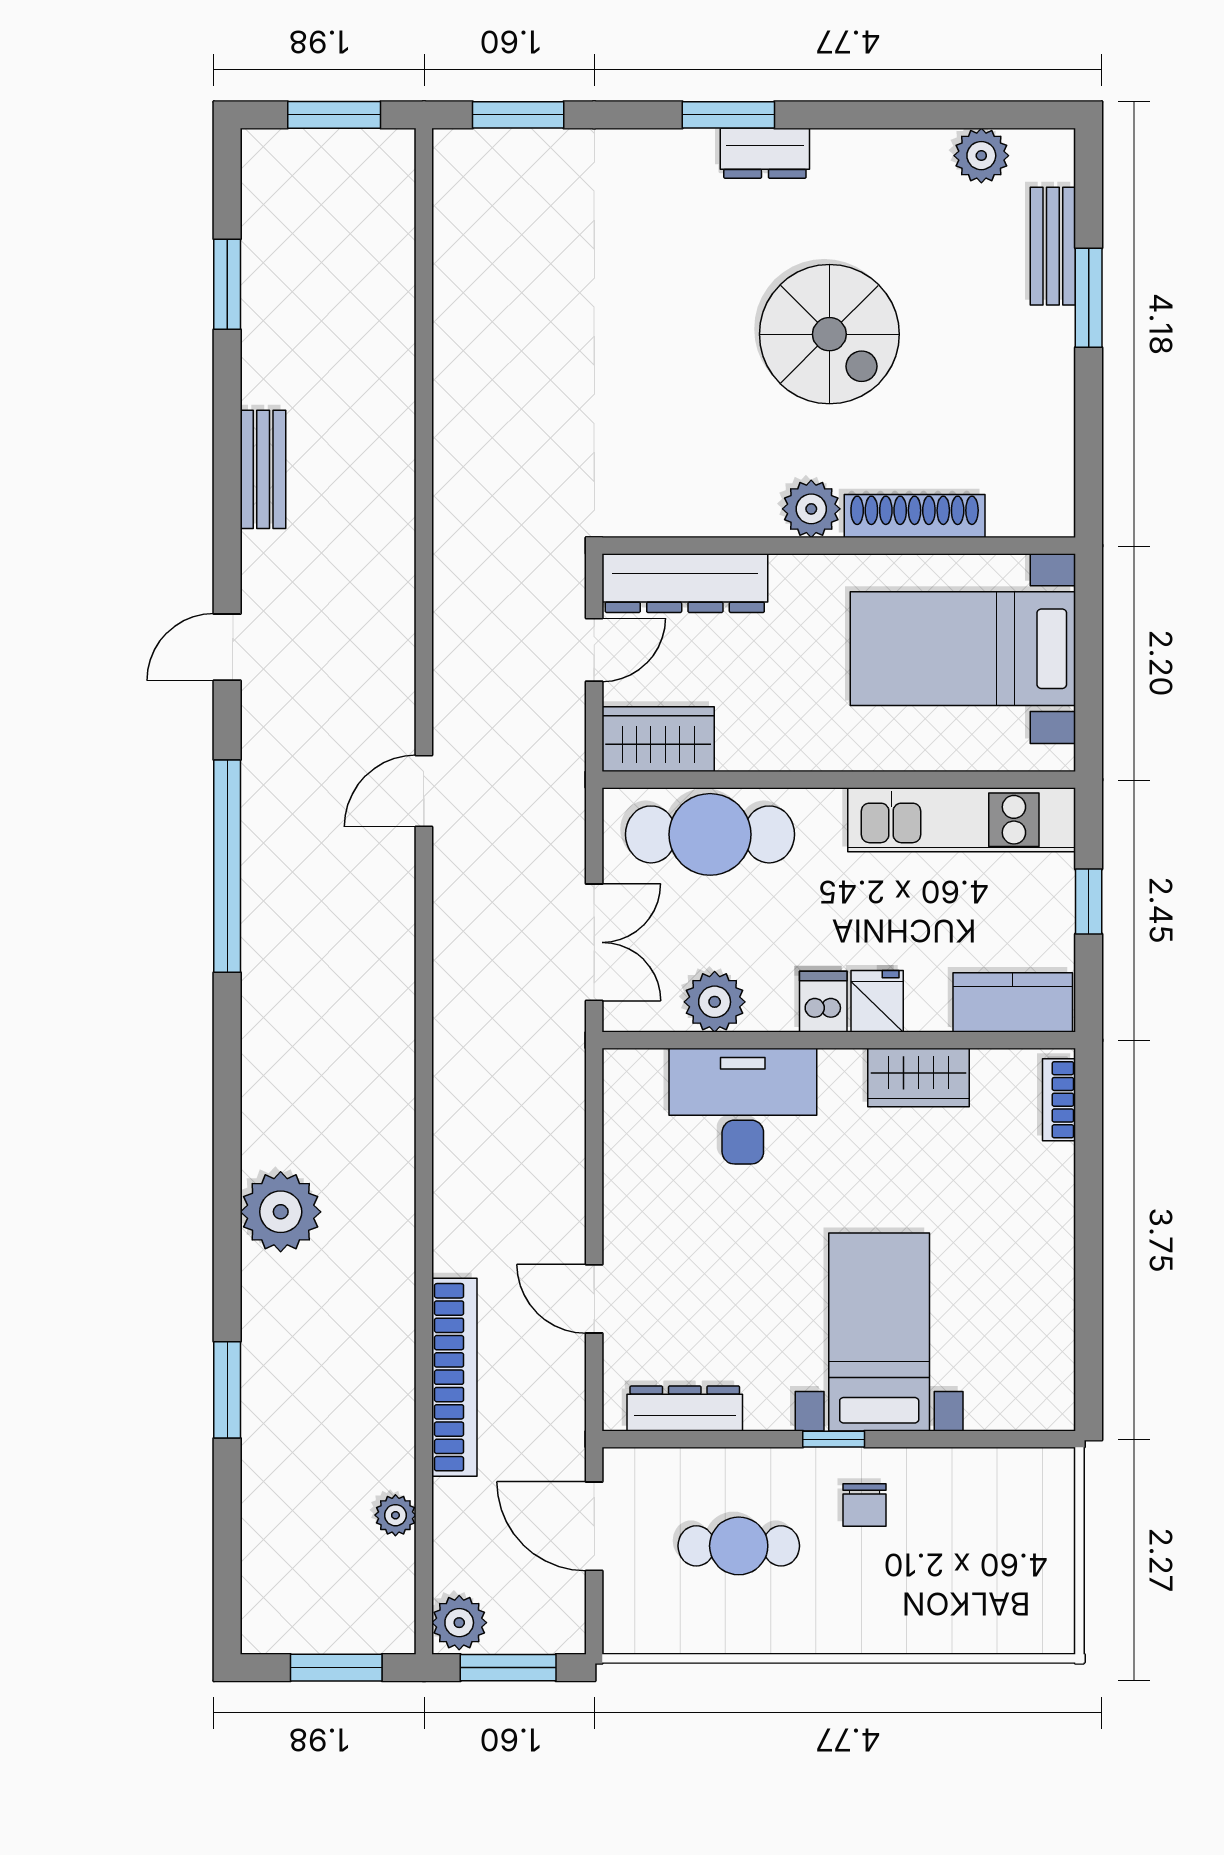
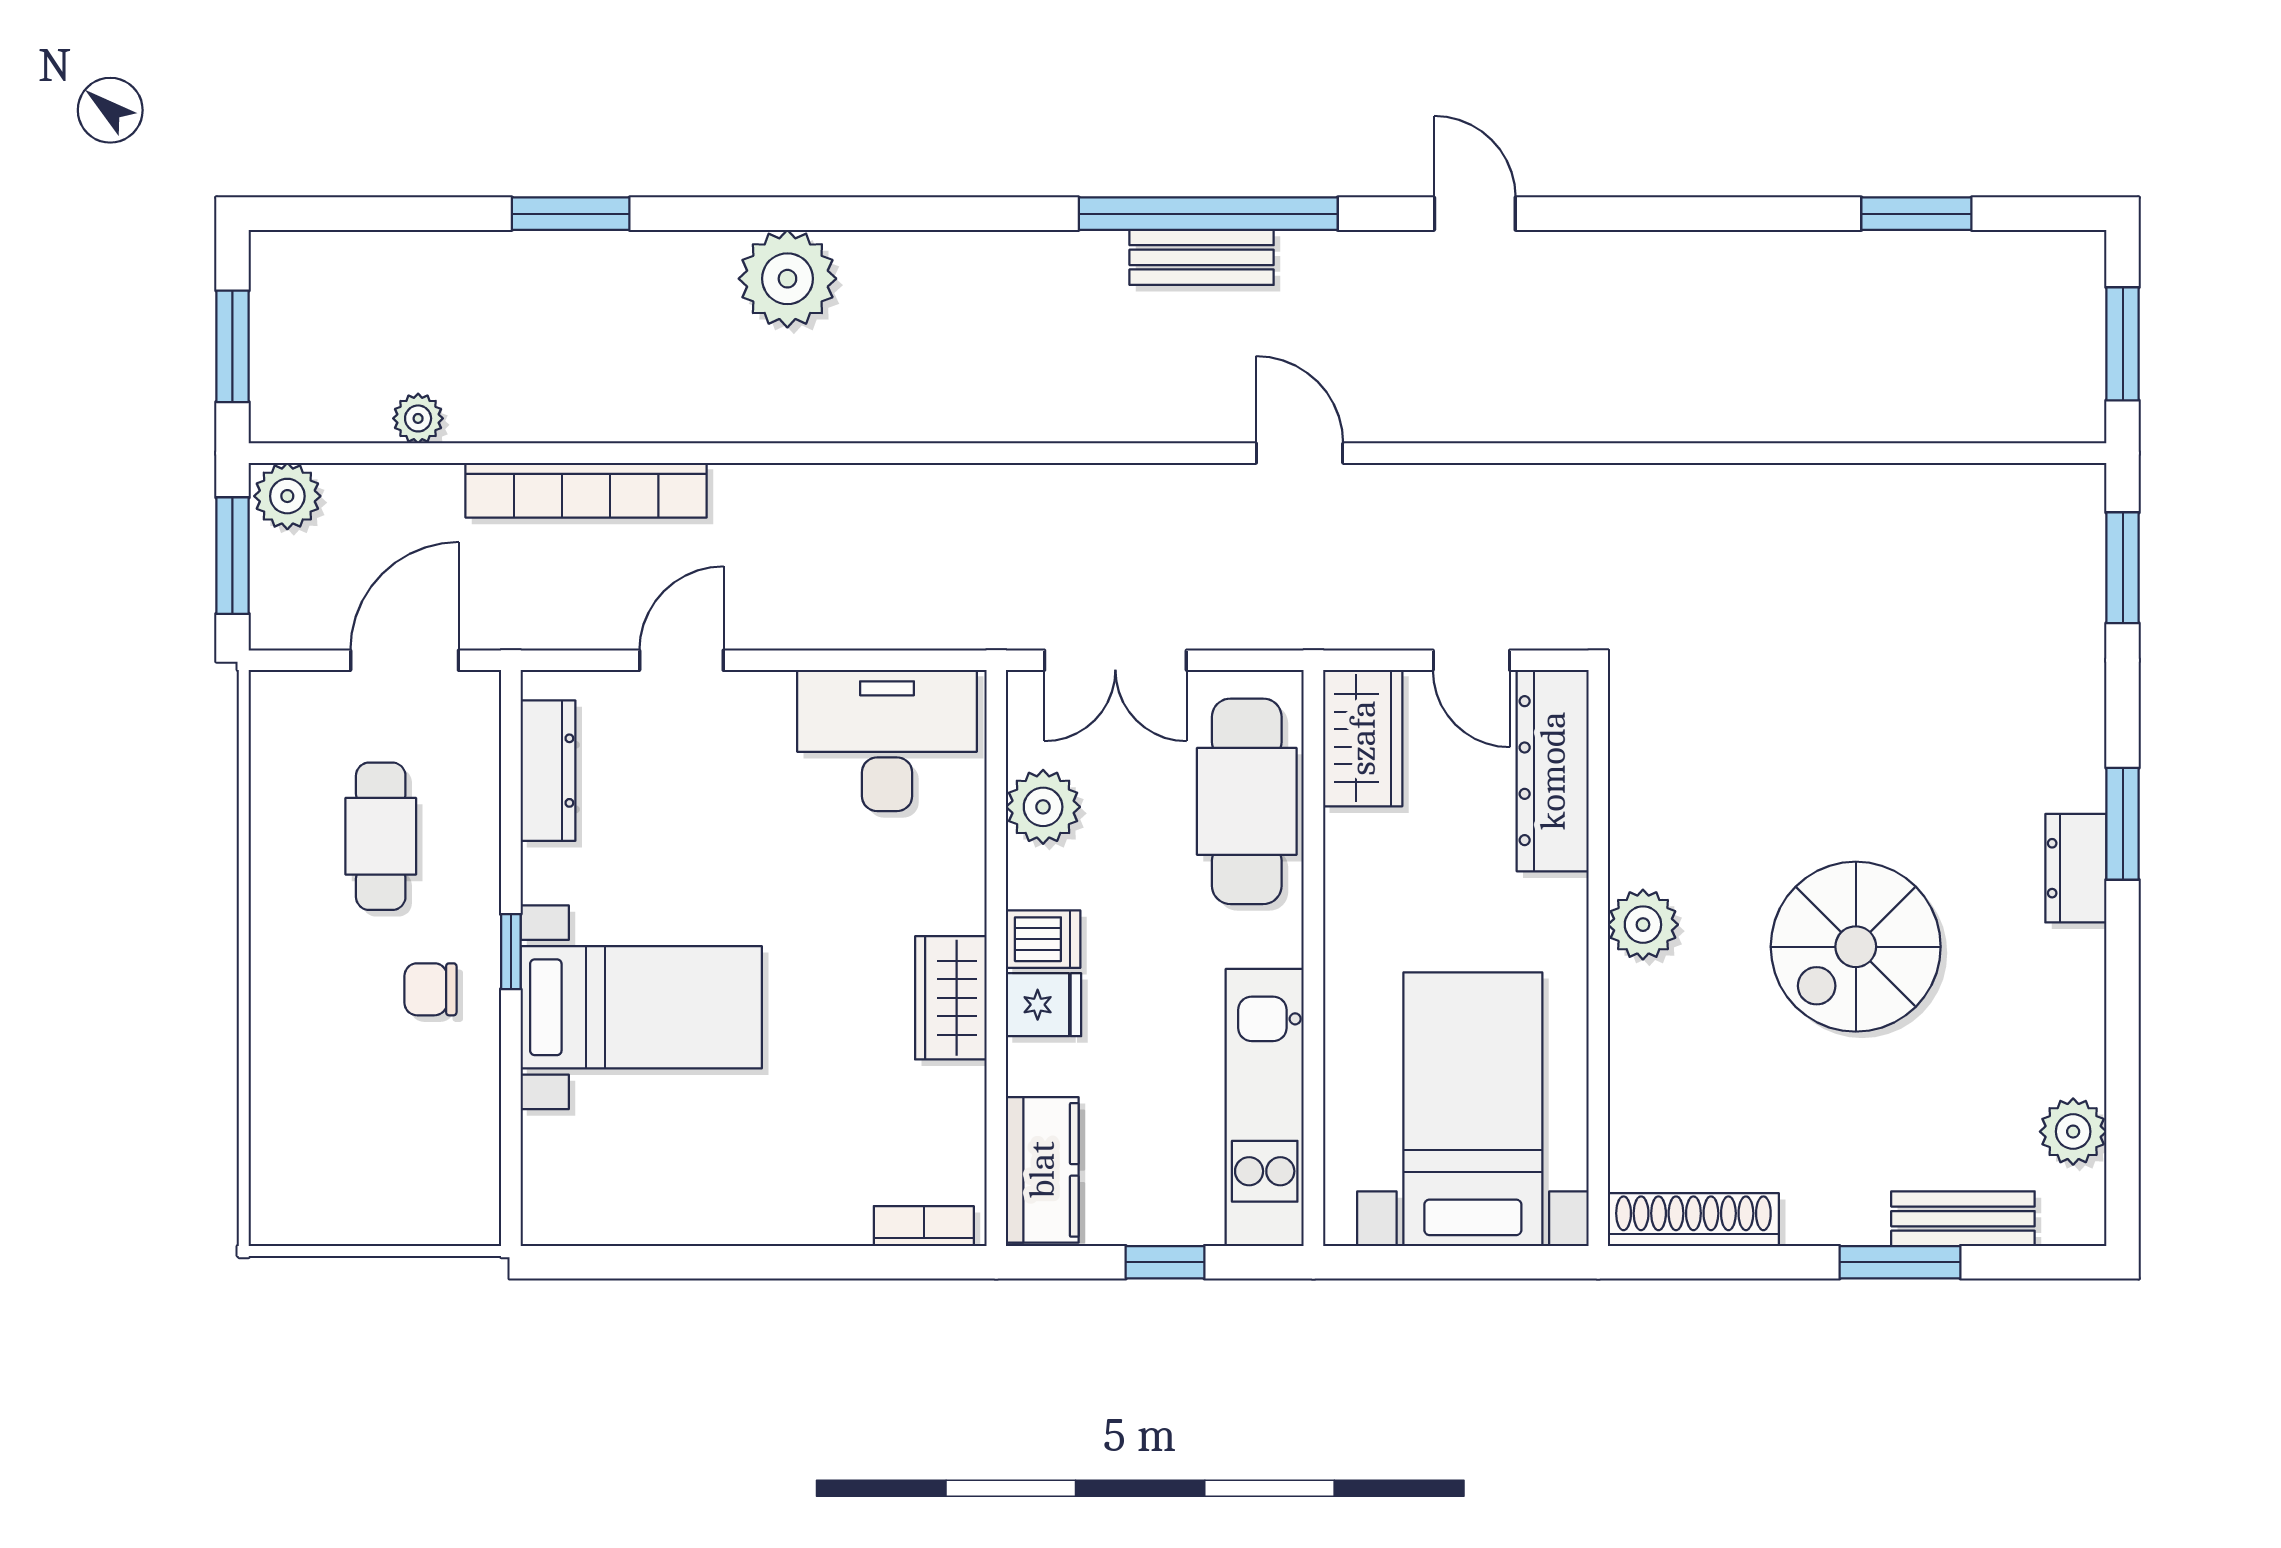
bench: (263, 469) -> (1202, 257), moved
shoe rack: (915, 516) -> (1693, 1220), moved, turned -90
wardrobe: (919, 1078) -> (951, 998), moved
desk: (743, 1106) -> (887, 741), moved, turned -90

